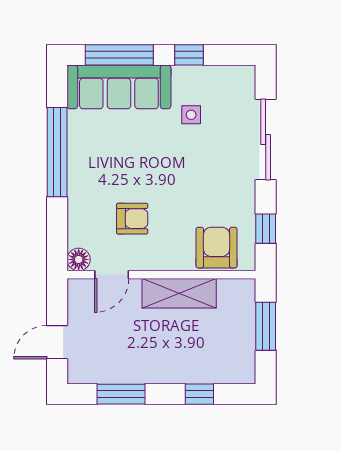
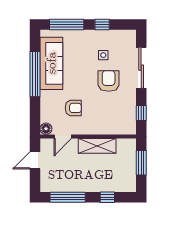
sofa: (119, 87) -> (51, 63), moved, turned -90
armchair: (217, 248) -> (109, 81), moved
door: (57, 342) -> (35, 160), moved
window: (121, 394) -> (68, 197), width x1.44

